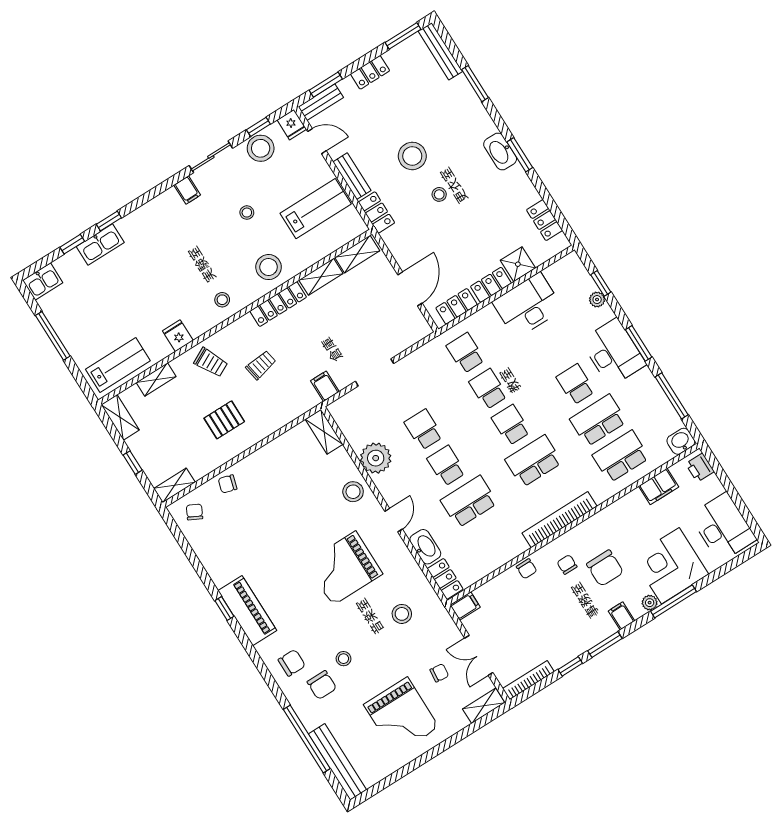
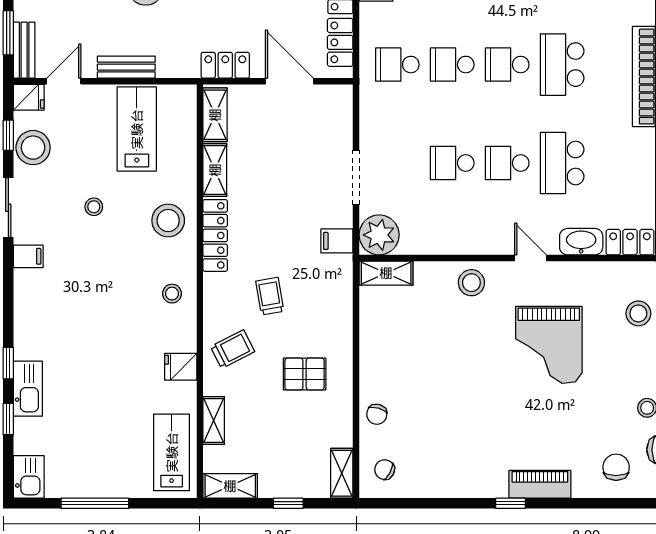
locker: (376, 212) -> (225, 65), moved
pallet: (224, 420) -> (305, 374), turned 90
plant: (376, 458) -> (379, 235), moved
piano: (247, 611) -> (540, 484), width x0.73, depth x0.75

